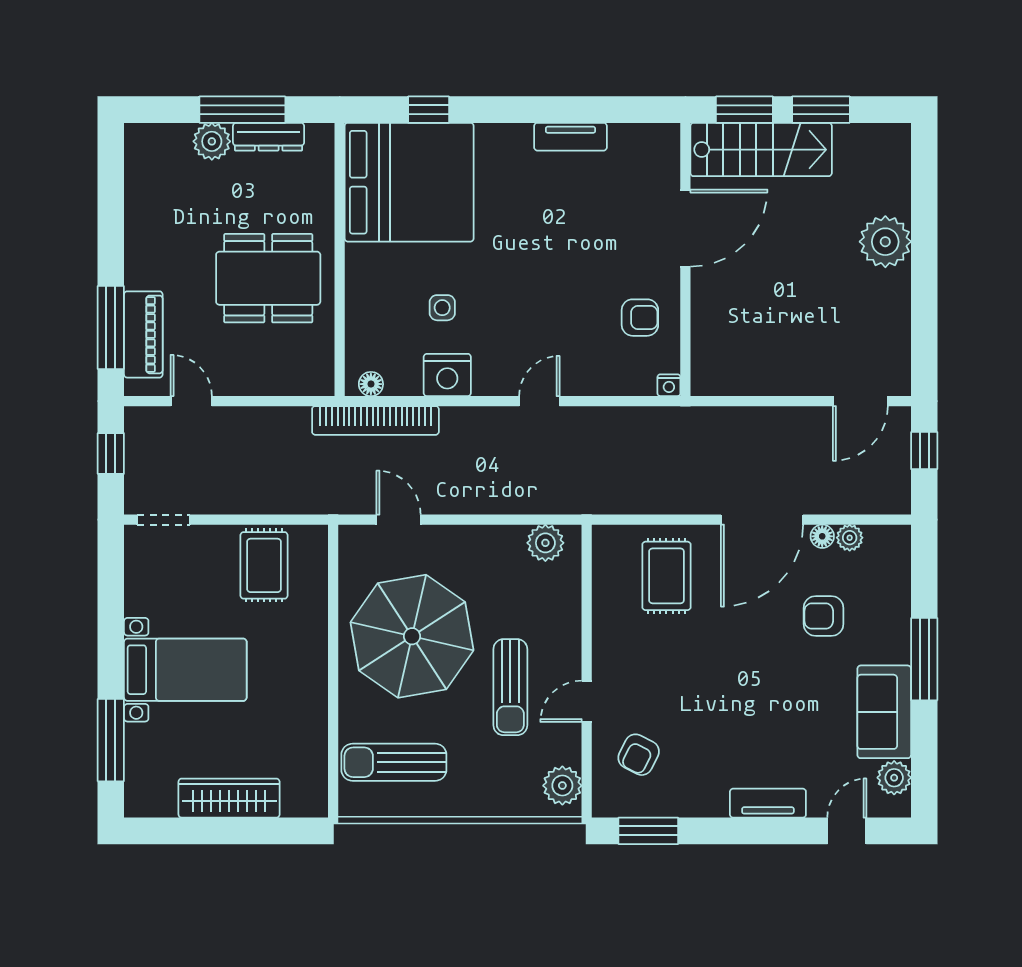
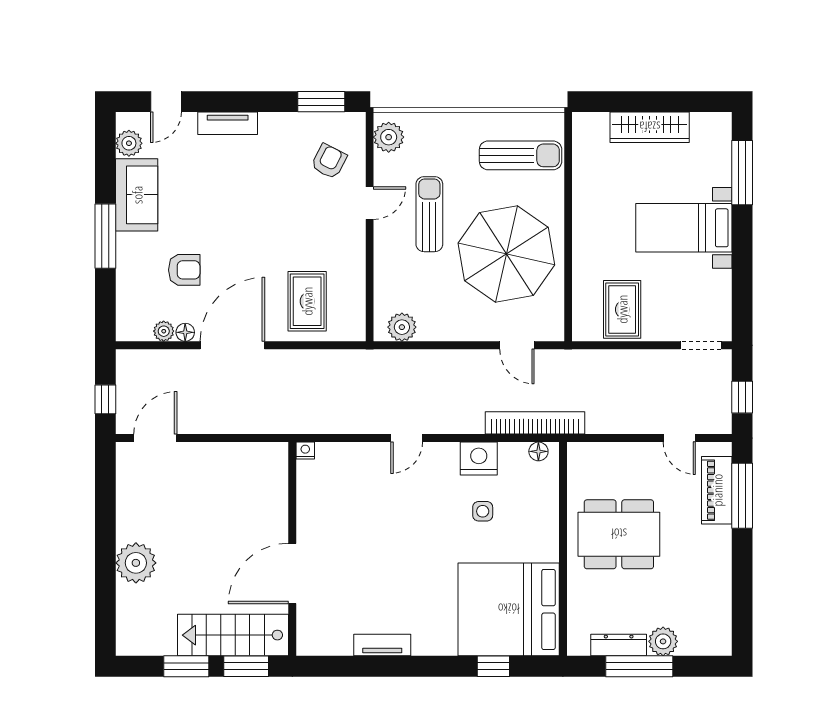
armchair: (640, 318) -> (328, 504), removed

